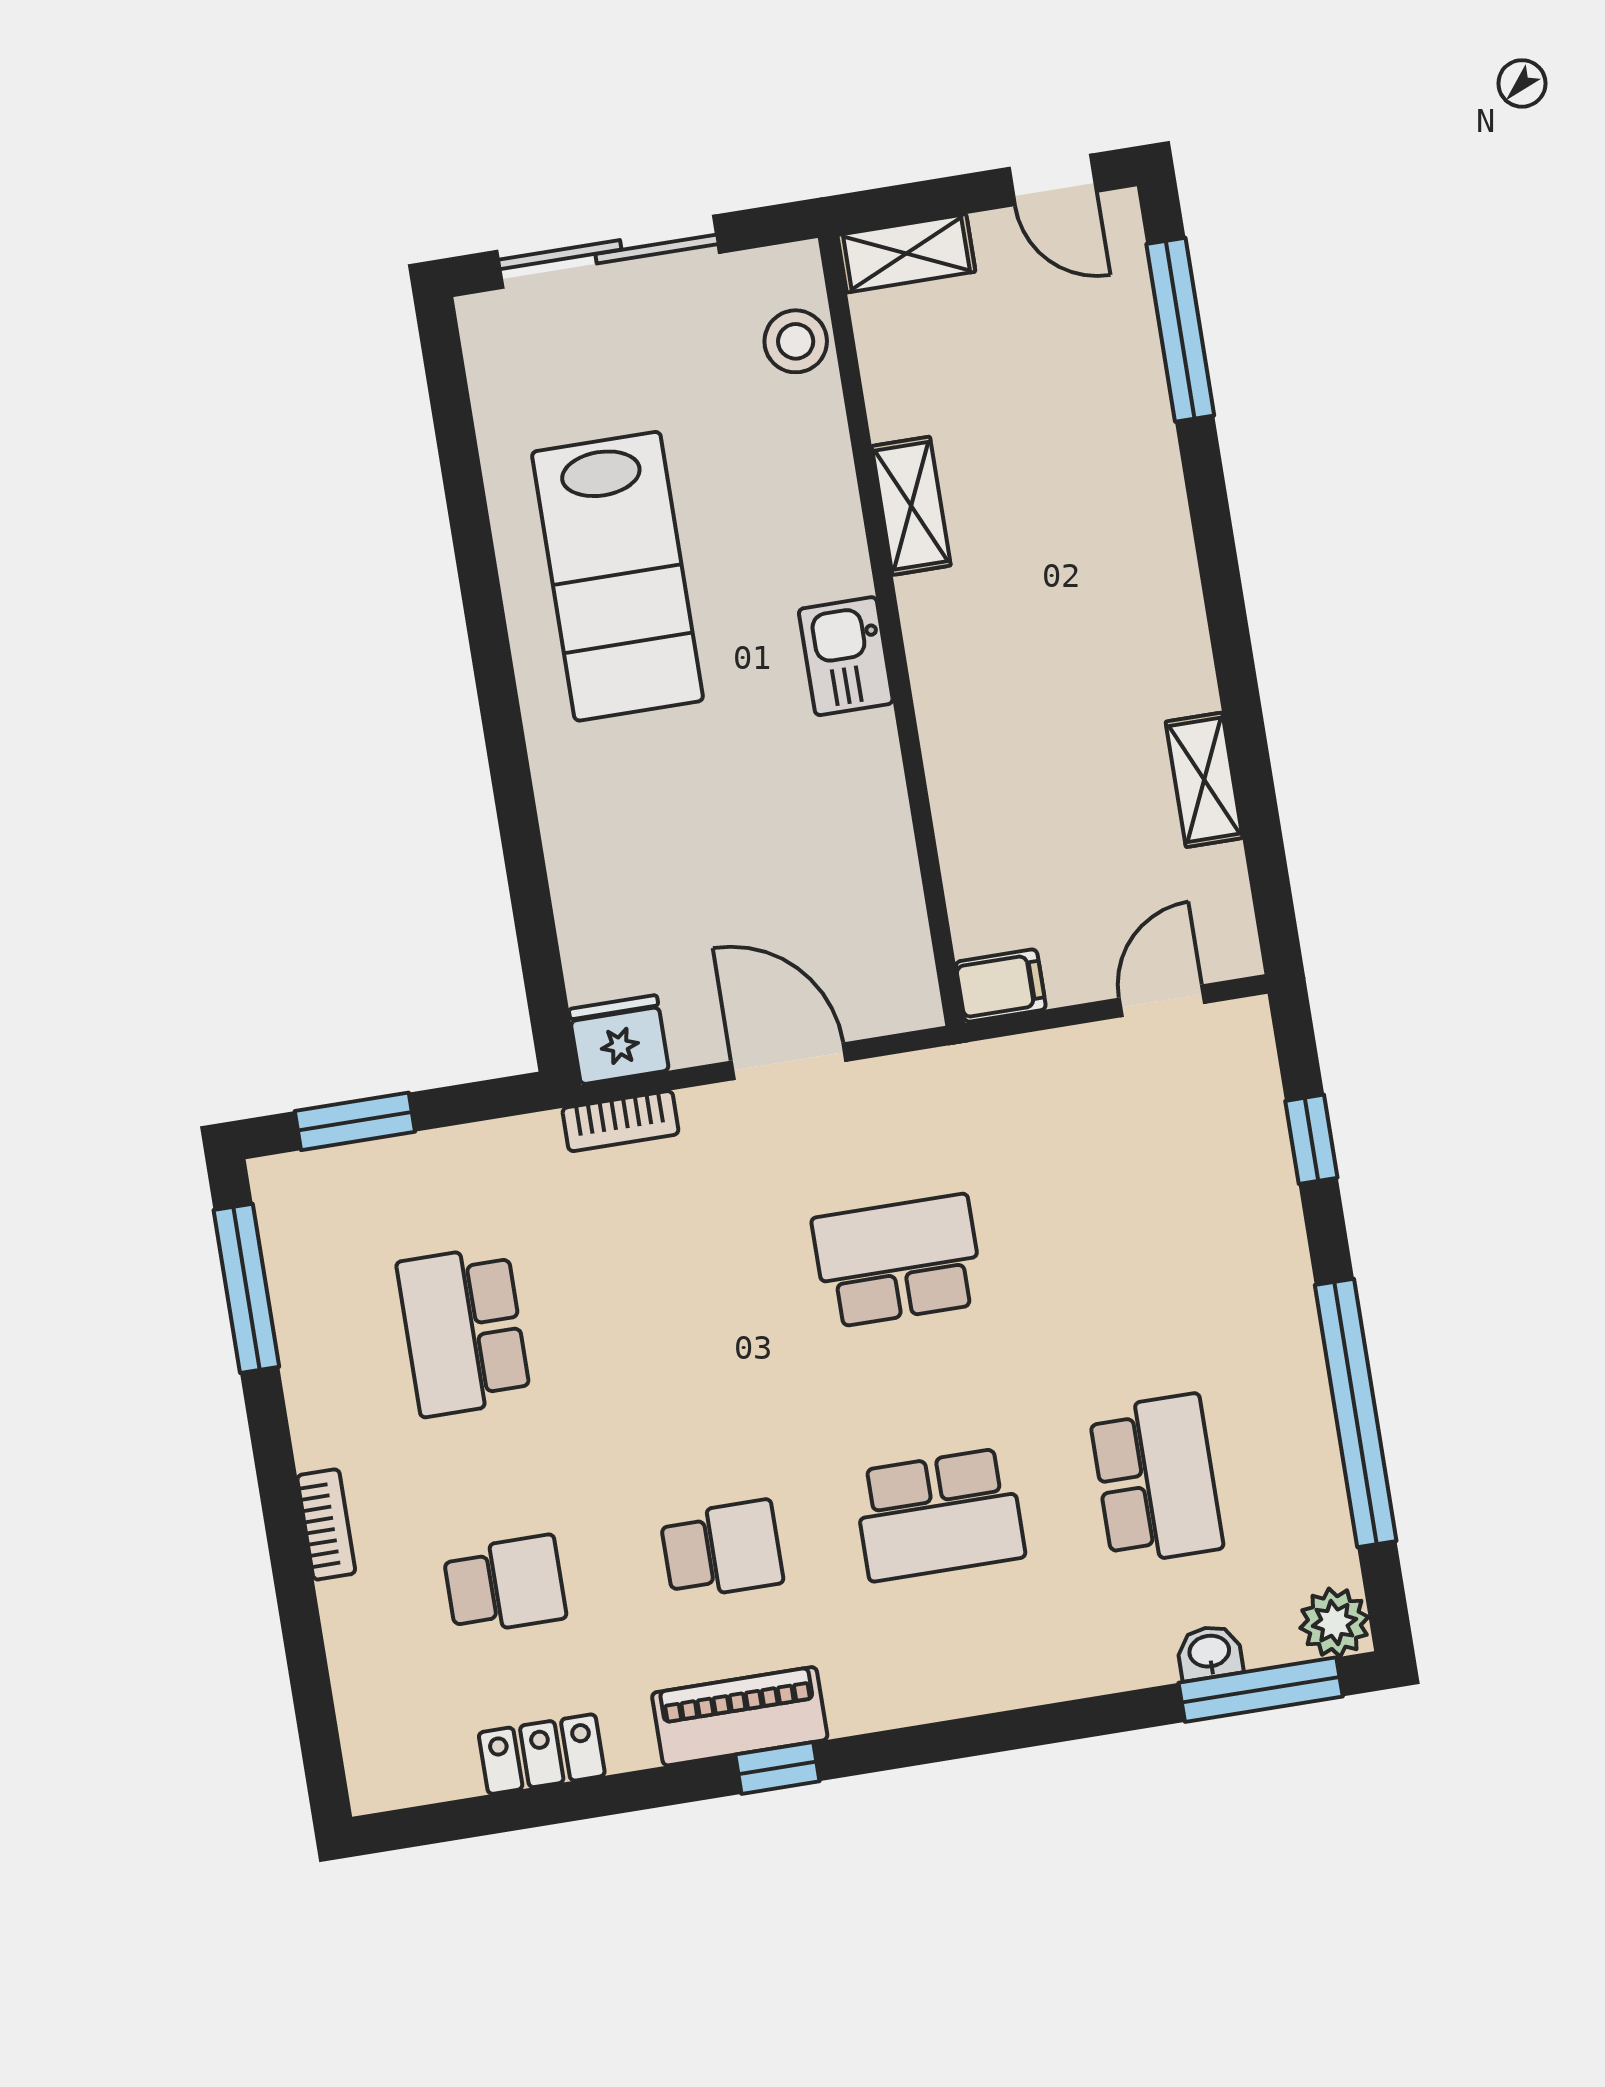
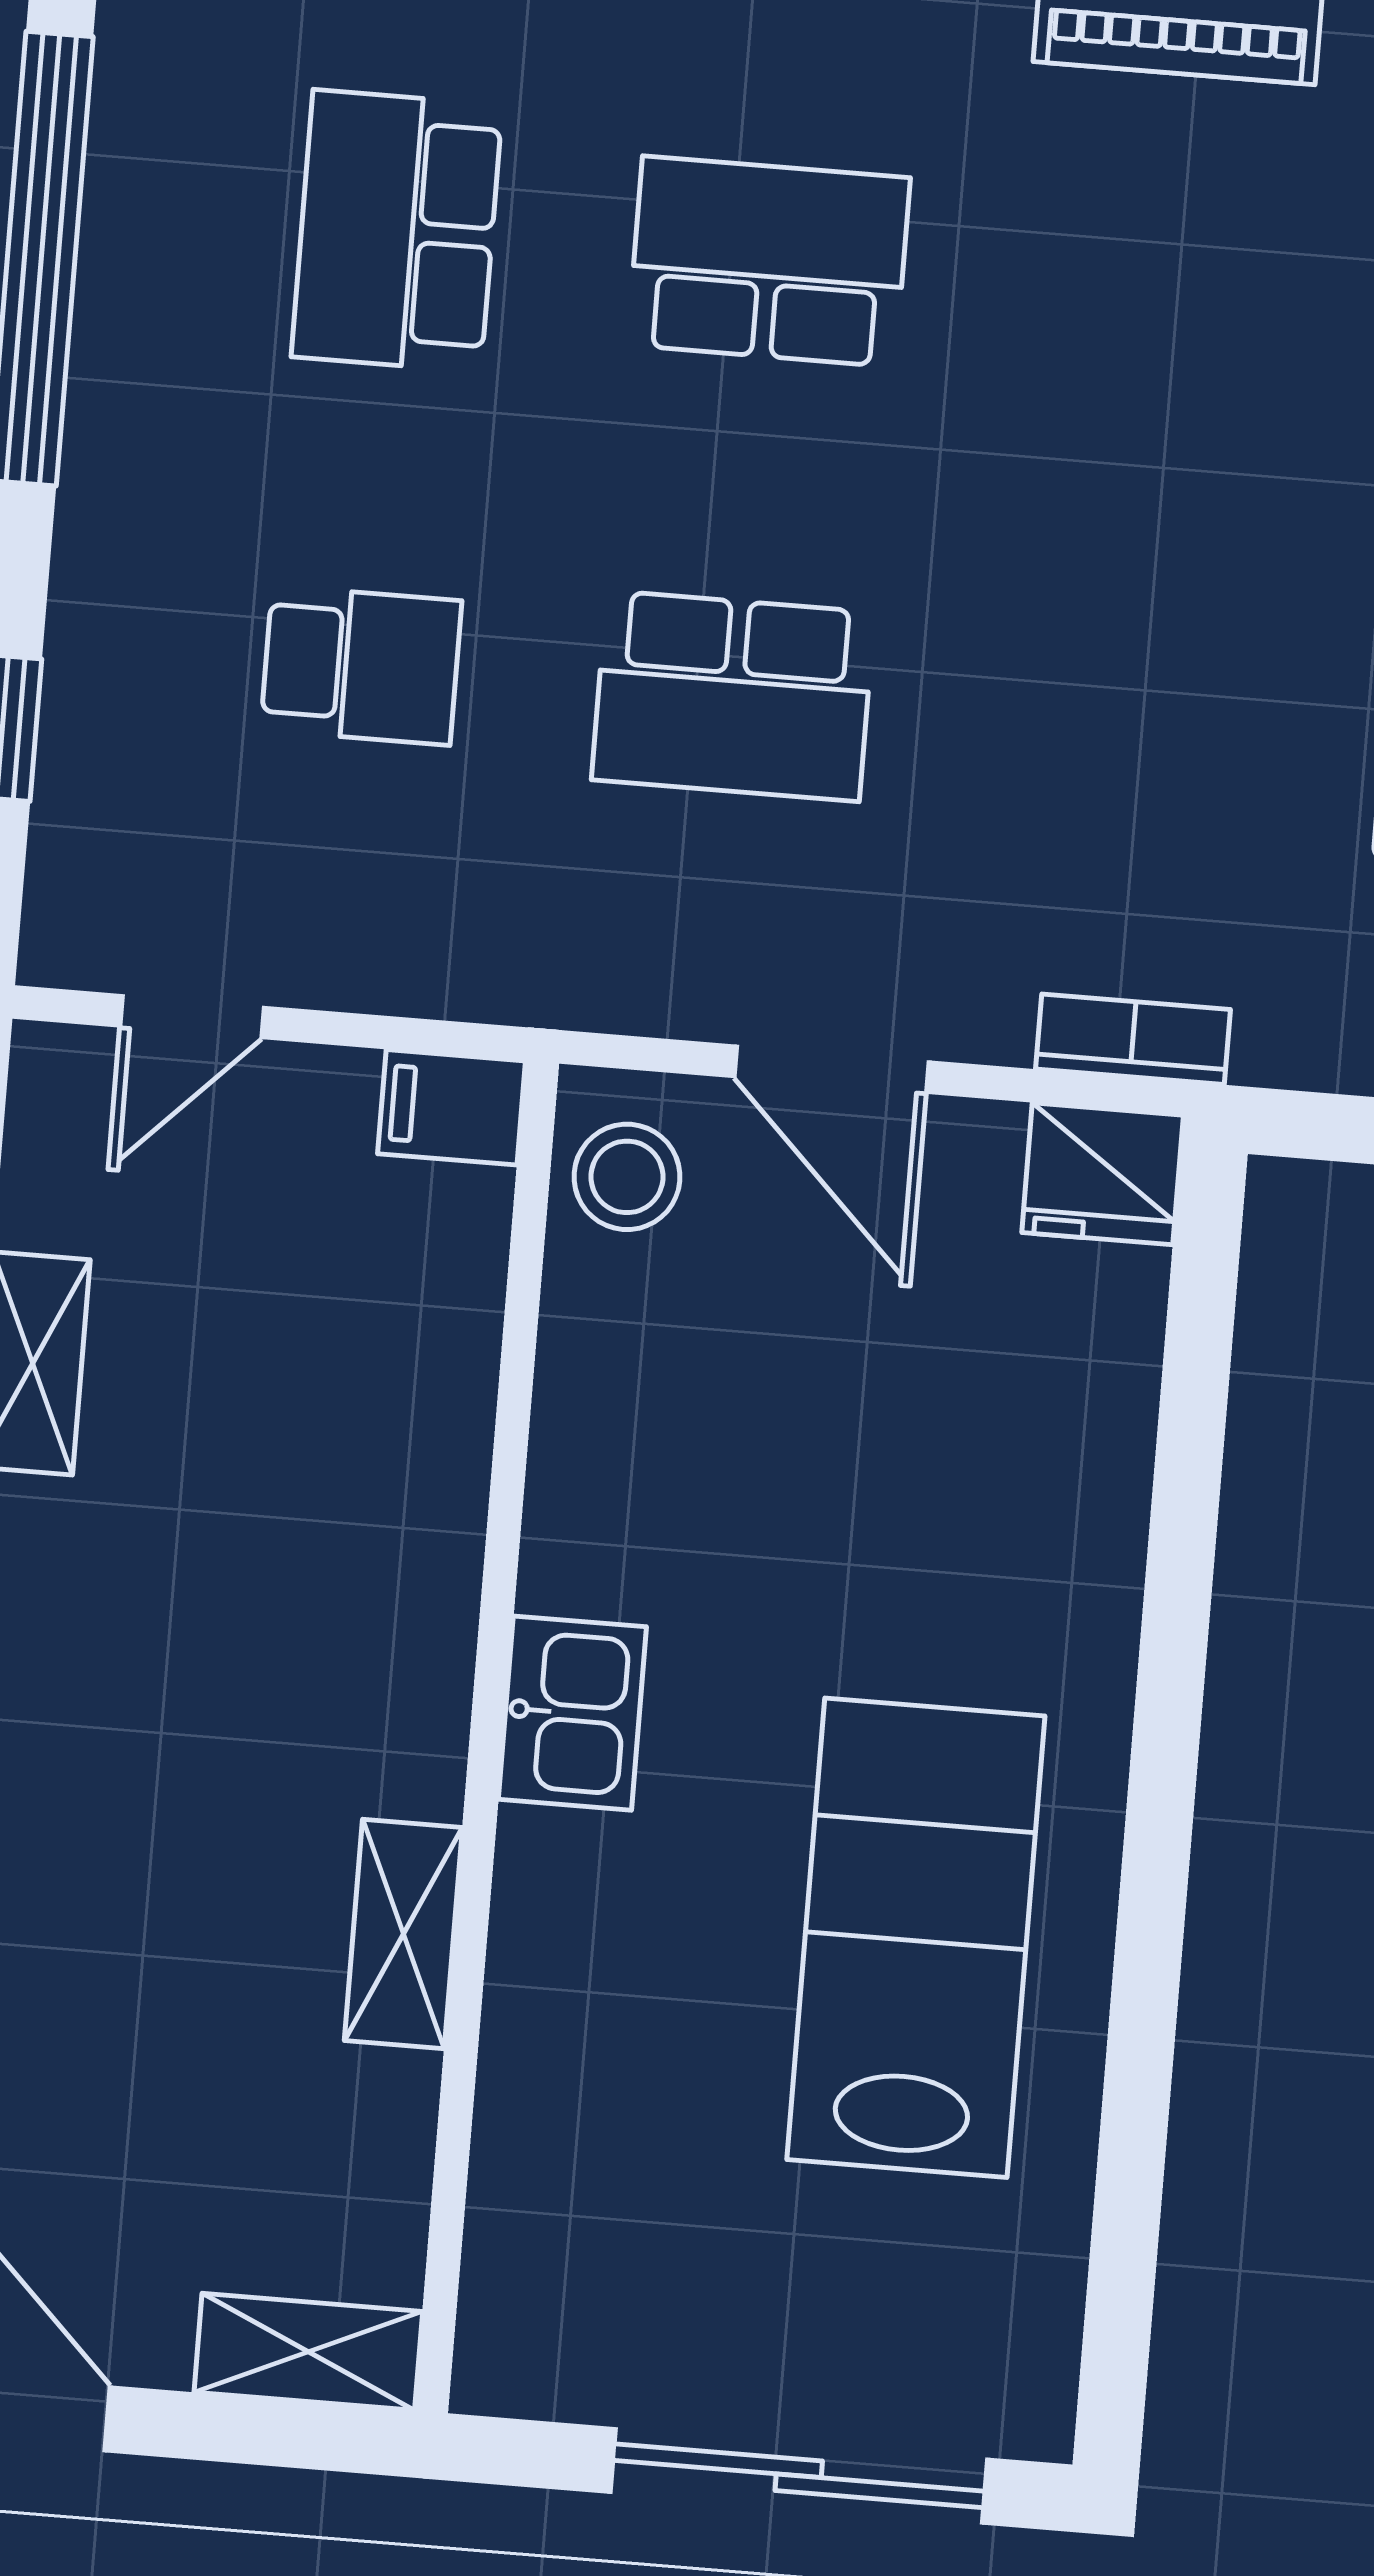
stool: (796, 341) -> (627, 1177), moved
school desk: (722, 1550) -> (361, 665), moved, turned 180

